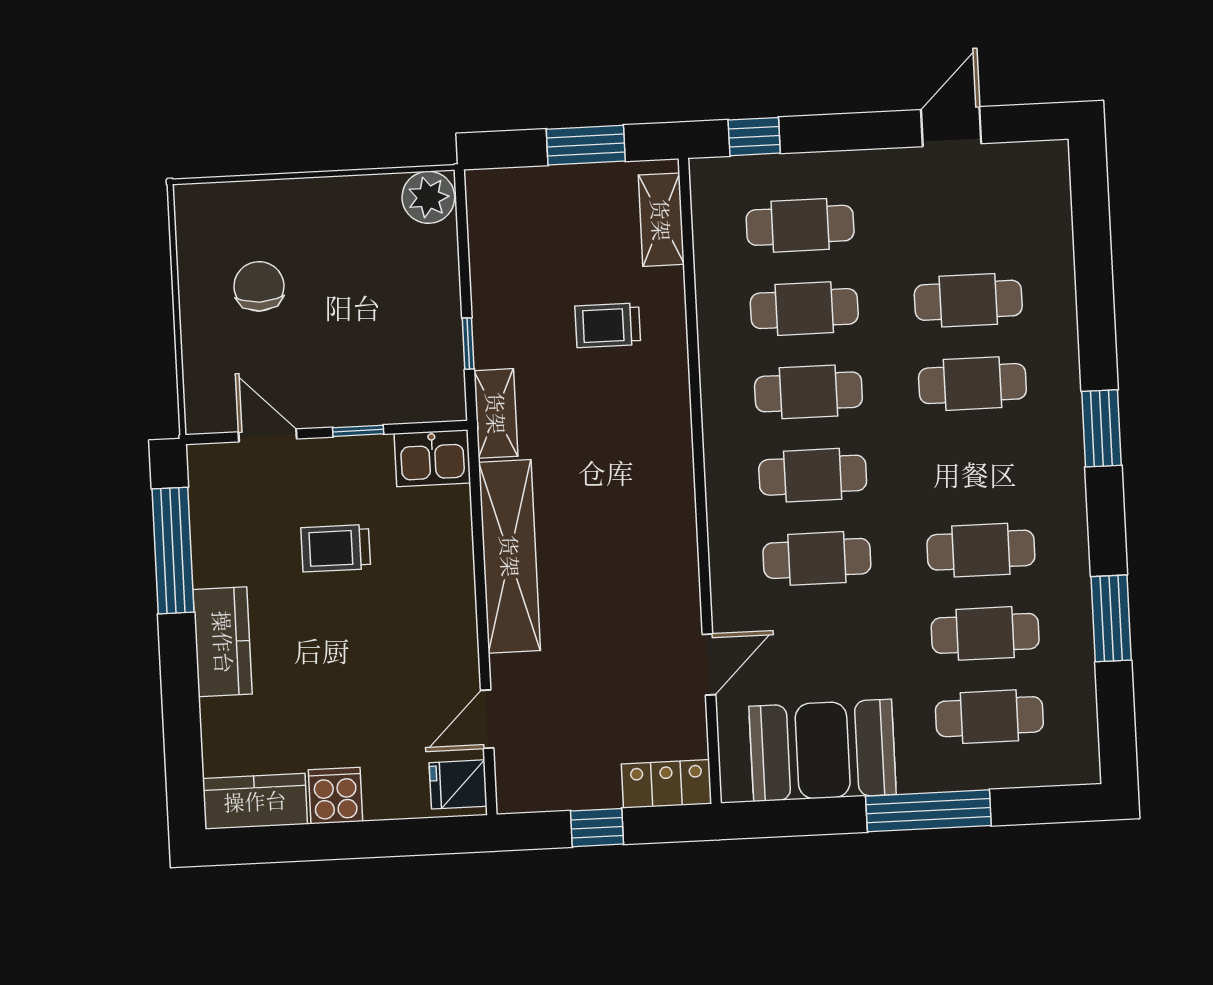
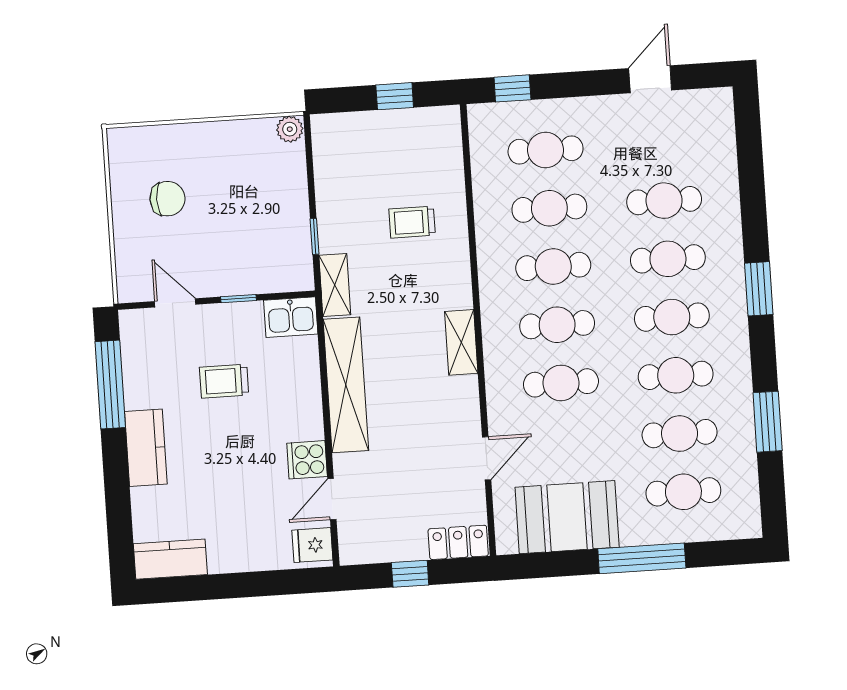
window: (586, 145) -> (395, 96), width x0.67
plant: (428, 197) -> (290, 129), width x0.73, depth x0.73
shelving: (661, 220) -> (461, 342), moved
chair: (259, 286) -> (167, 199), turned 90
cafe table: (977, 467) -> (672, 317), added
cooker: (335, 796) -> (307, 460), moved, turned -90

